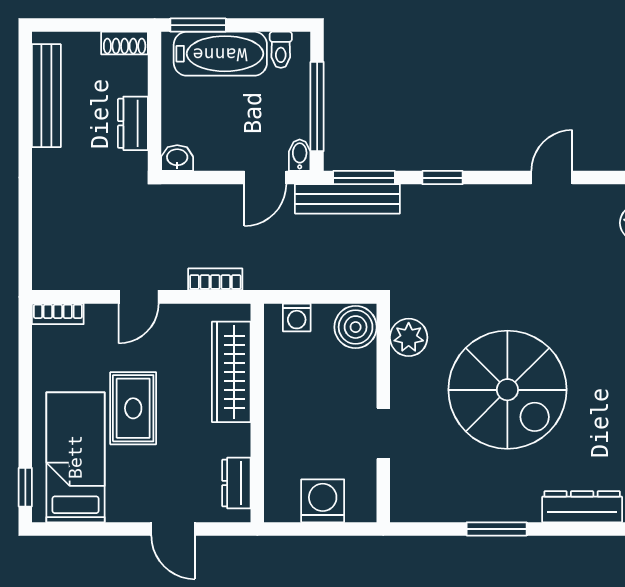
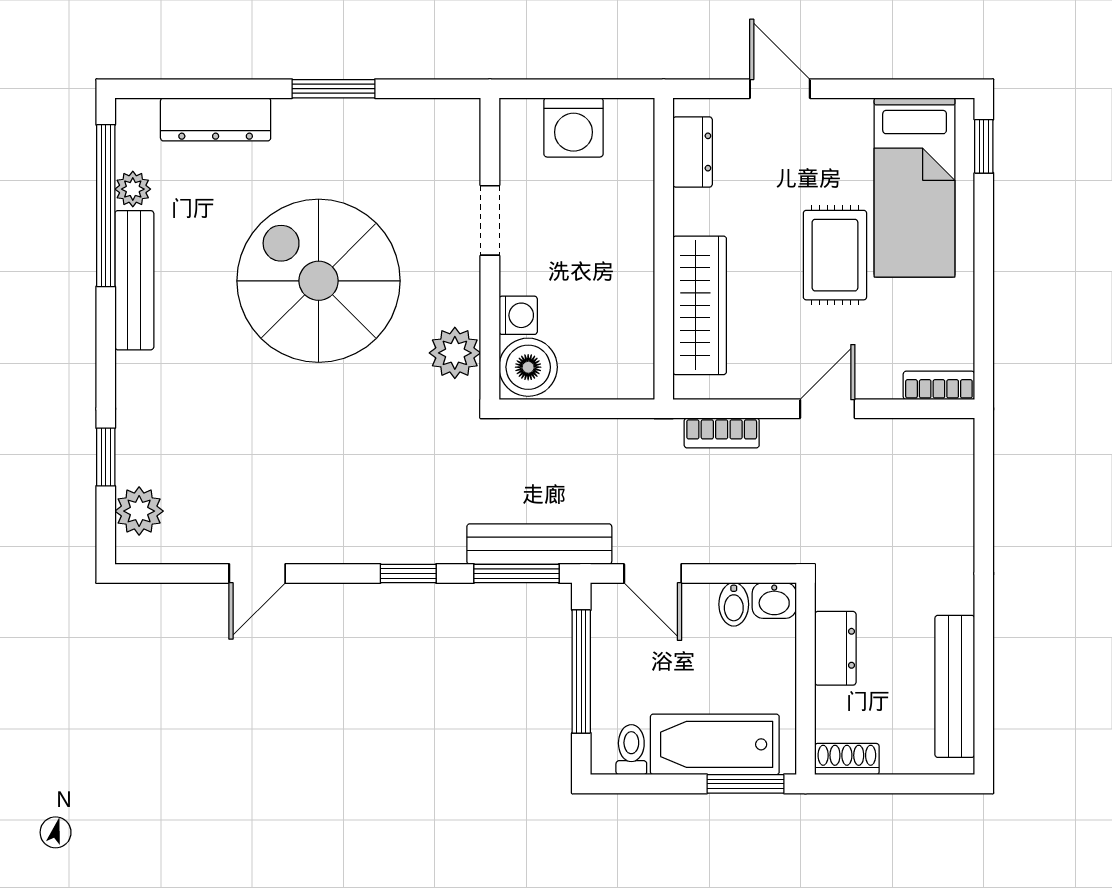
bidet: (300, 155) -> (734, 604), moved
door: (265, 178) -> (653, 573), swing flipped
washing machine: (297, 317) -> (518, 315), moved, turned 90

